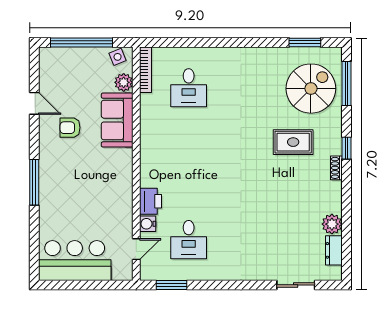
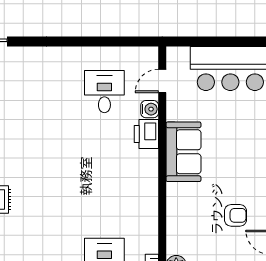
sofa: (117, 120) -> (183, 152), moved
window: (172, 285) -> (123, 41), removed

